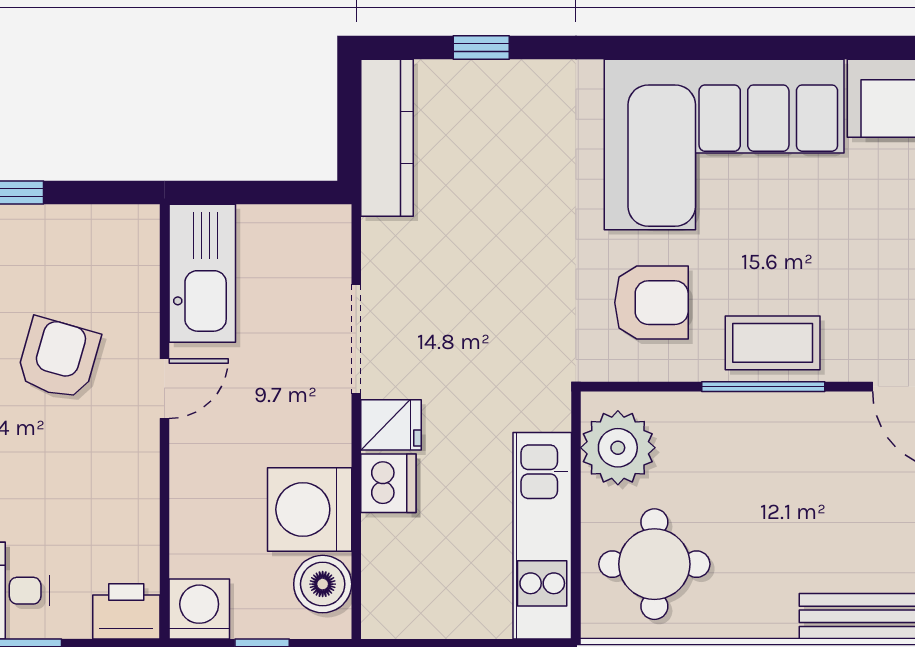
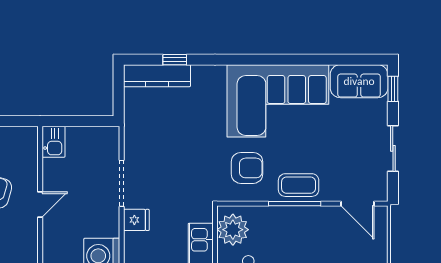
kitchen counter: (387, 138) -> (157, 76), moved, turned 90
kitchen sink: (202, 273) -> (54, 142), width x0.53, depth x0.81
dishwasher: (388, 483) -> (135, 245), removed

